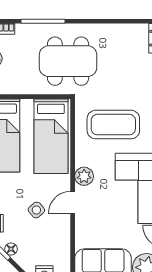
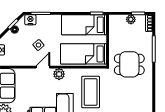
dining table: (68, 61) -> (129, 64), width x0.73
door: (73, 203) -> (43, 67), hinge flipped

